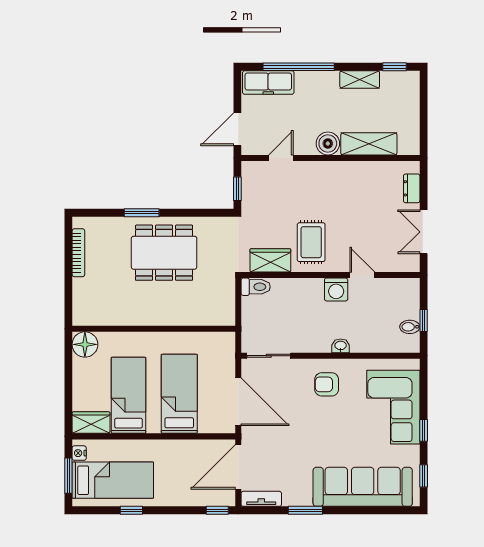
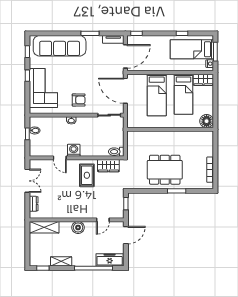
shelving: (369, 144) -> (44, 227), moved

